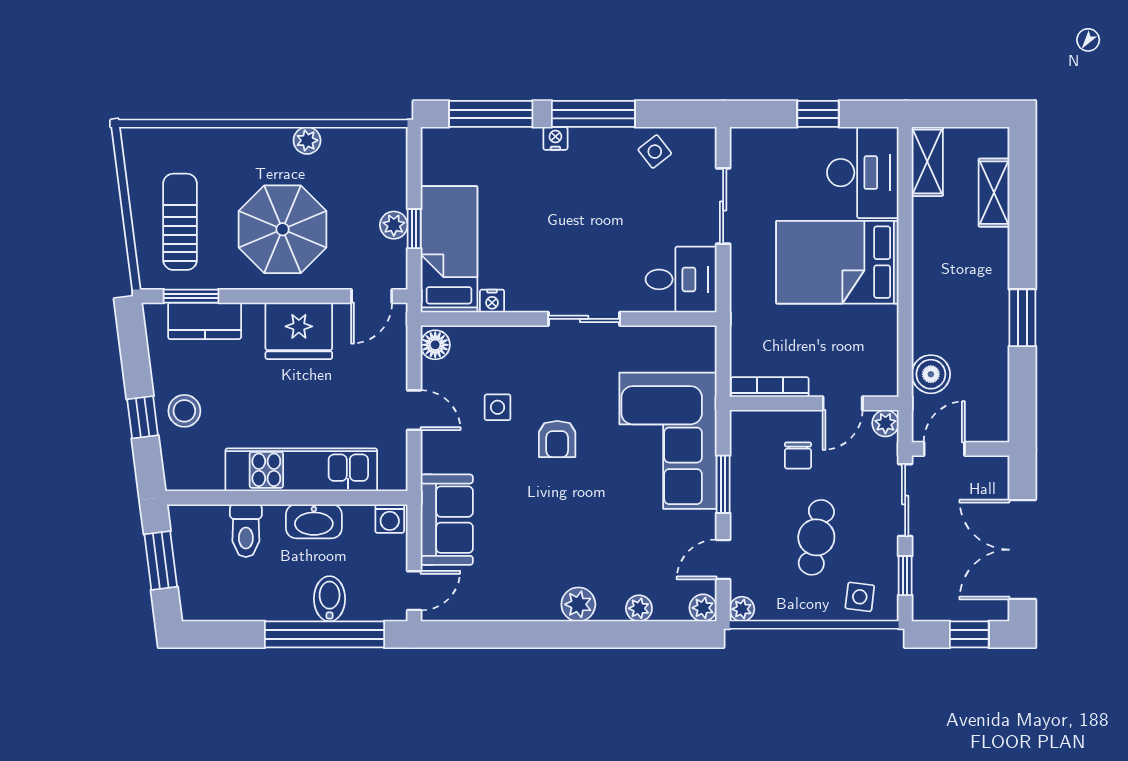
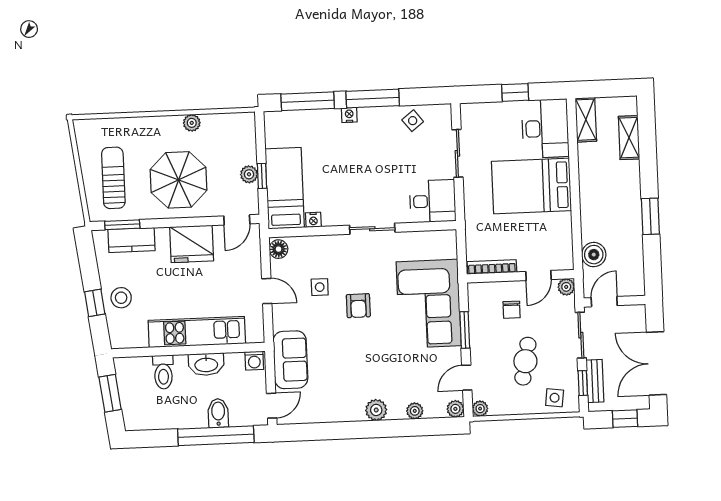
bench: (925, 573) -> (595, 381), added

